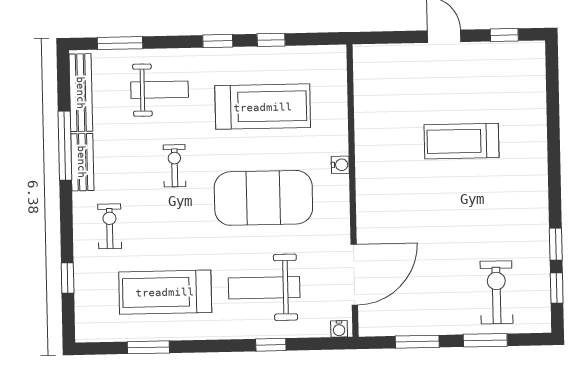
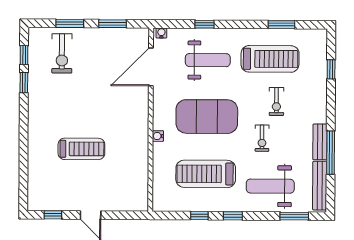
weight bench: (160, 90) -> (270, 186), width x1.36, depth x1.33
exercise bike: (110, 226) -> (276, 102), moved

